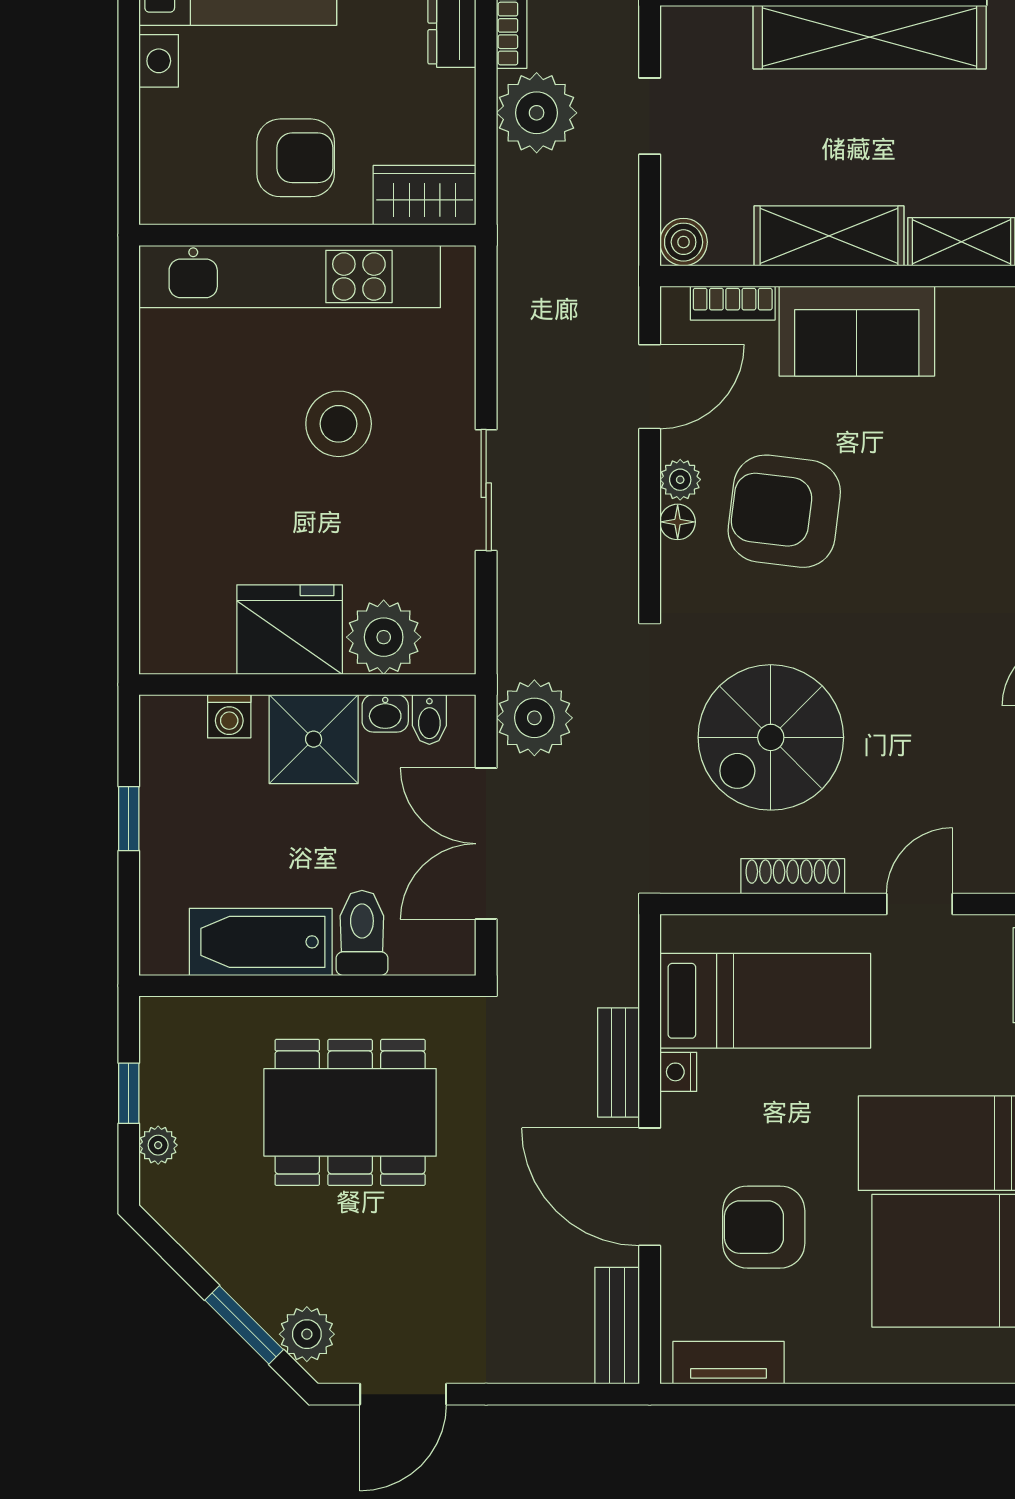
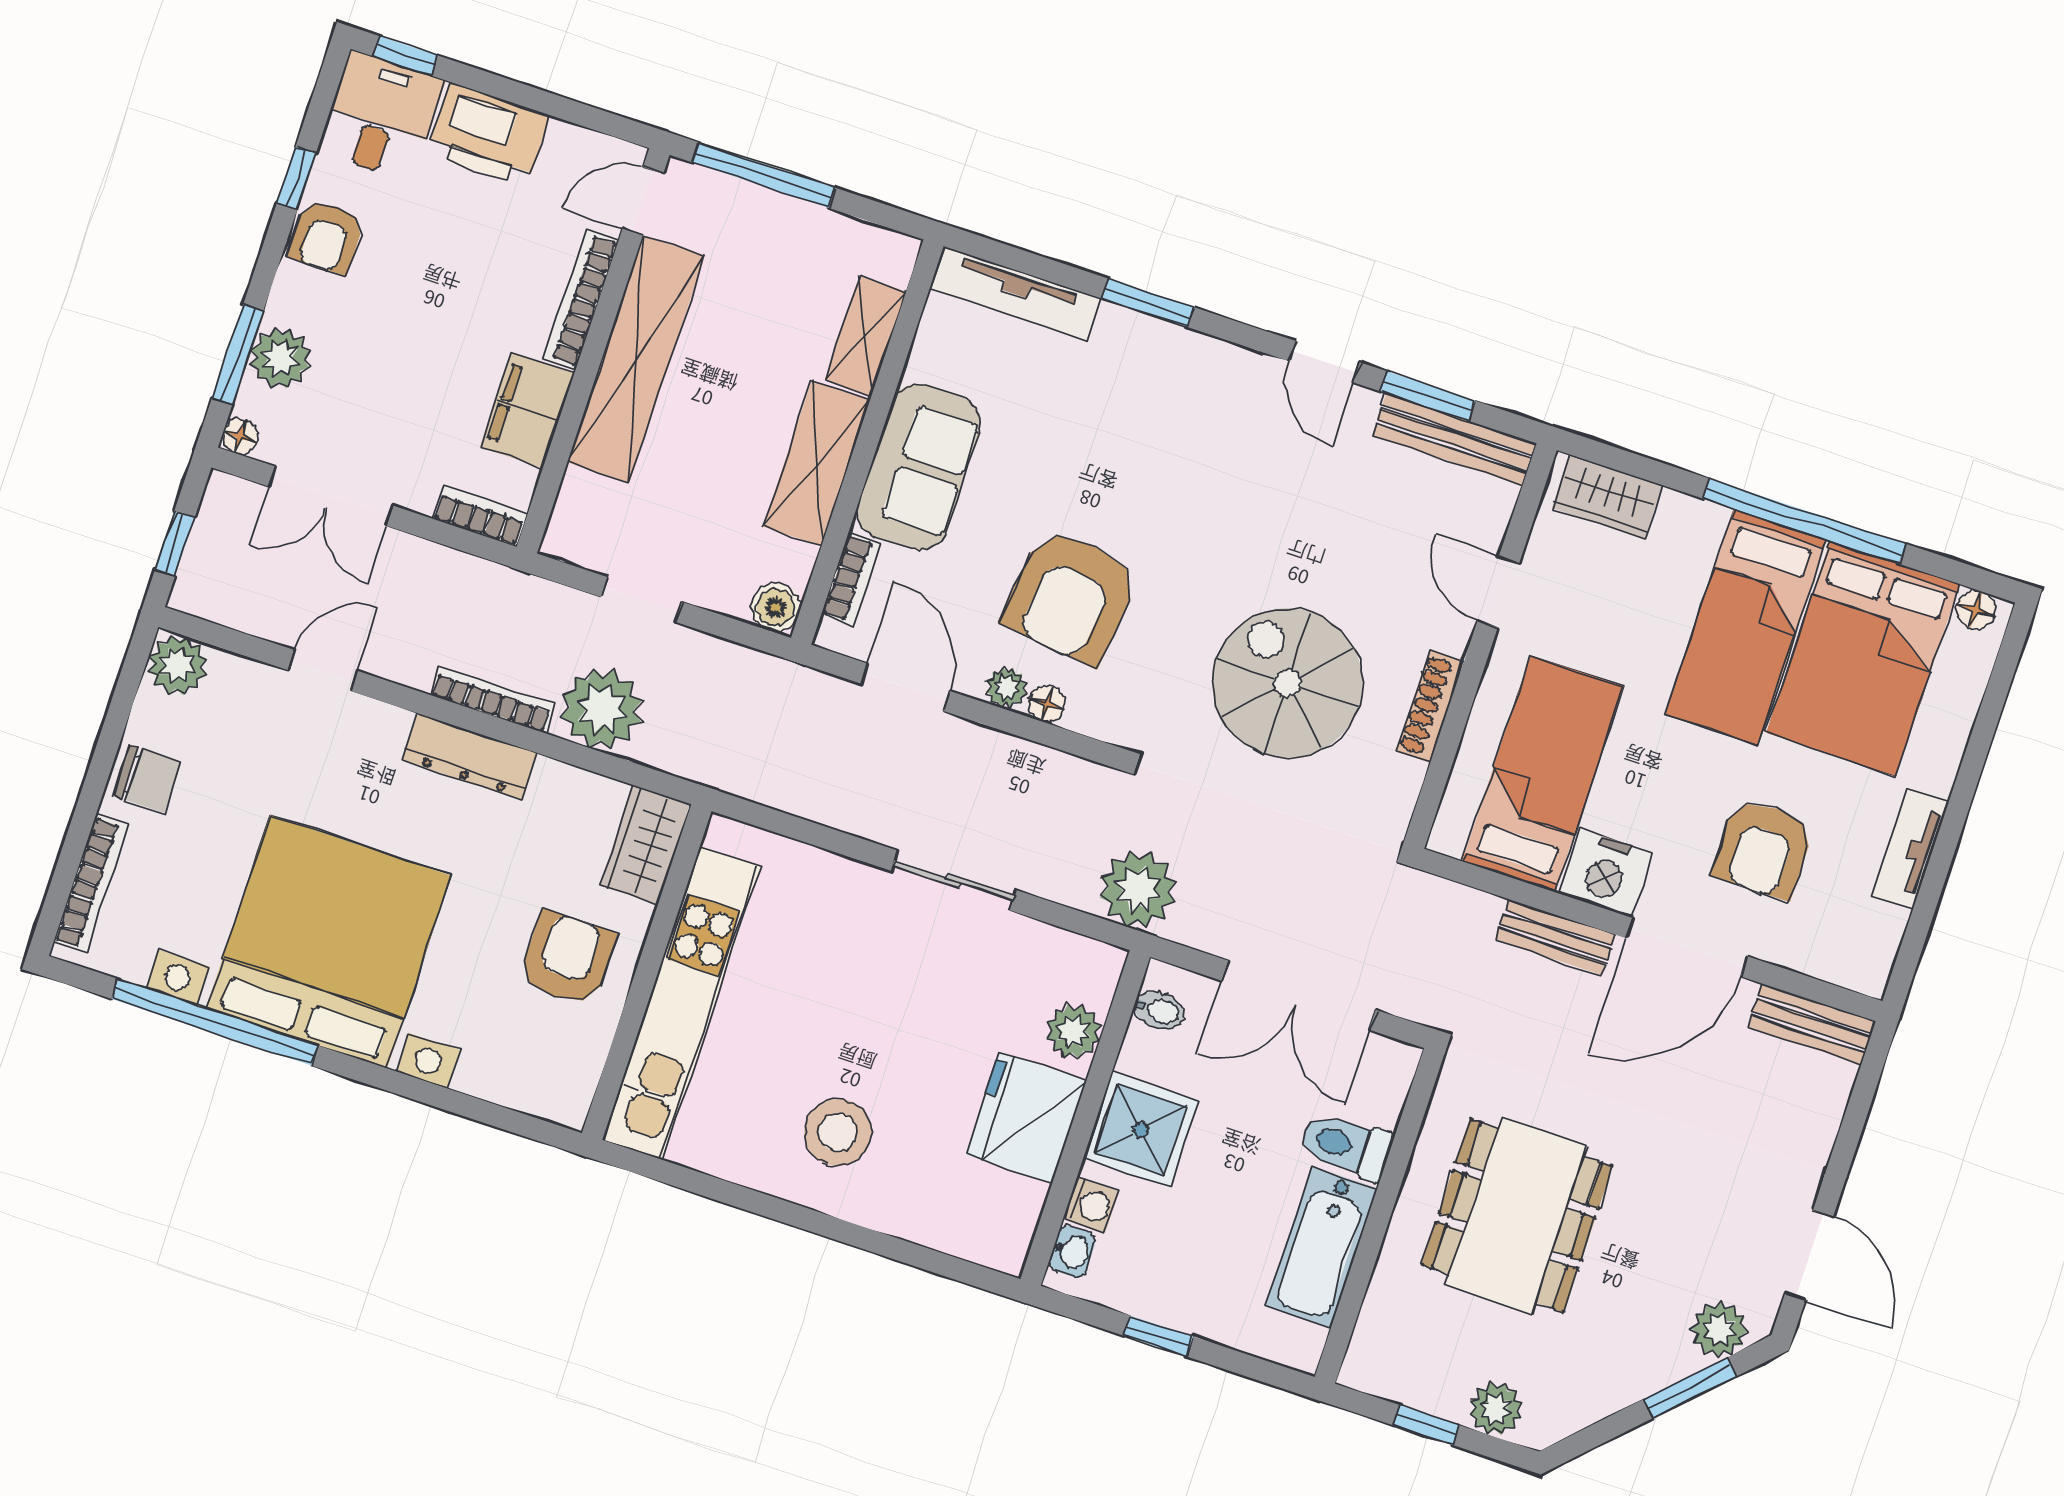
stool: (339, 424) -> (838, 1132), moved
plant: (384, 637) -> (1074, 1031), width x0.73, depth x0.73
washbasin: (385, 713) -> (1072, 1251), moved
plant: (534, 718) -> (1138, 889), moved
spiral stairs: (771, 737) -> (1287, 683), turned 180
nightstand: (678, 1072) -> (1606, 873), width x1.89, depth x1.79
plant: (158, 1145) -> (1496, 1409), width x1.38, depth x1.38
tv unit: (728, 1363) -> (1910, 849), moved

